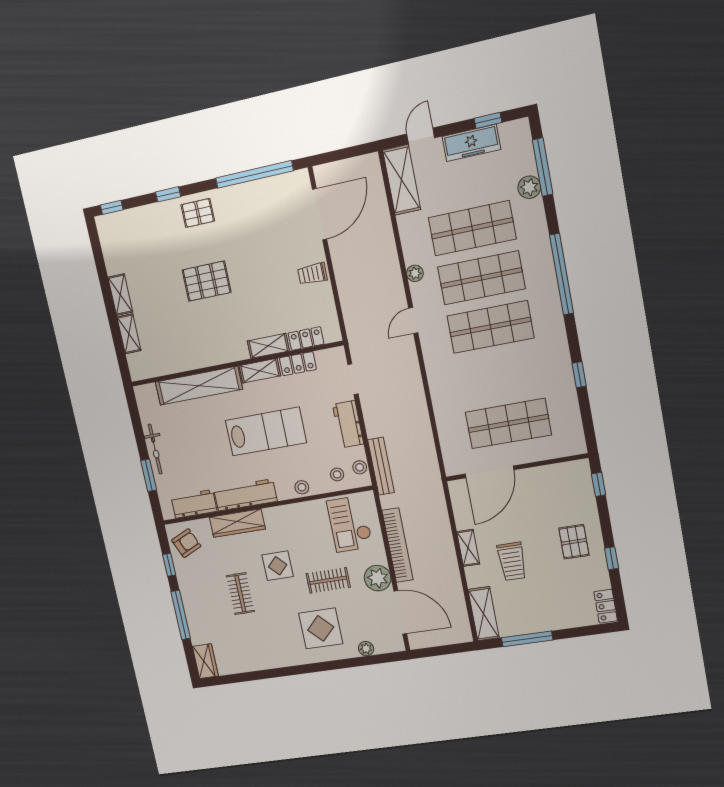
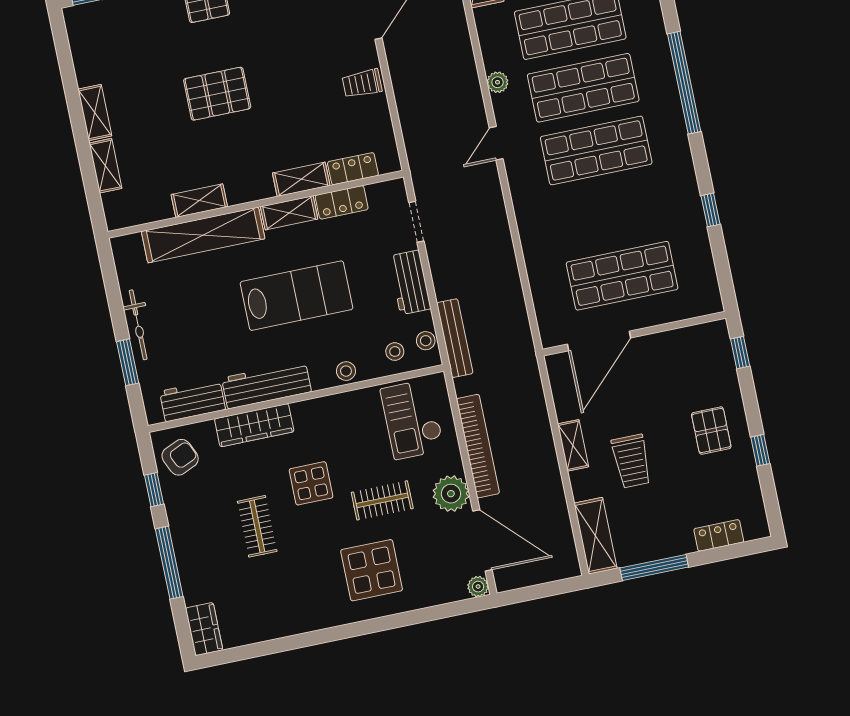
shelving: (195, 361) -> (199, 201), added
locker: (606, 606) -> (719, 535), moved, turned 90
plant: (366, 649) -> (478, 587), moved

